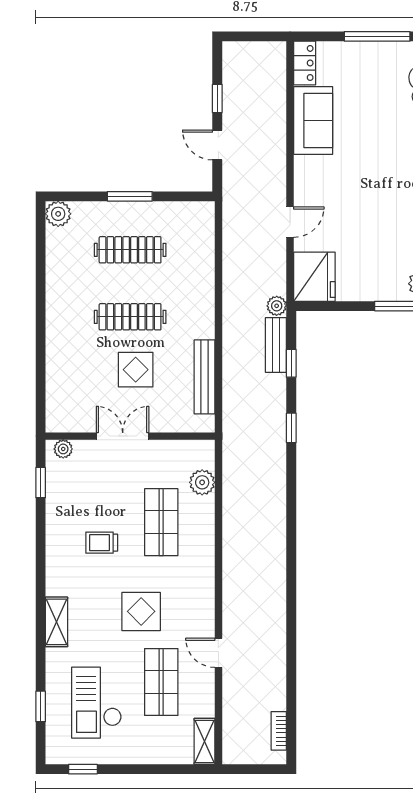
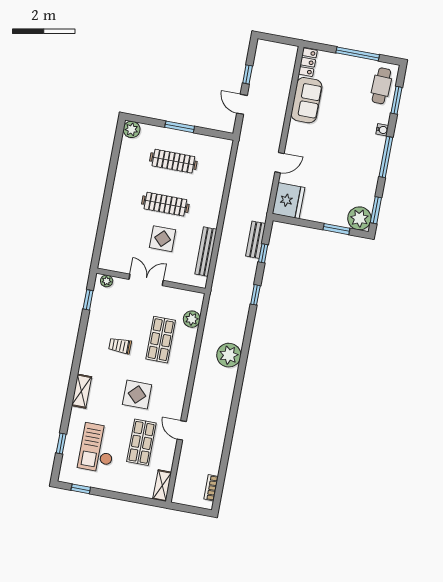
plant: (277, 306) -> (229, 355), moved, width x1.87, depth x1.87

